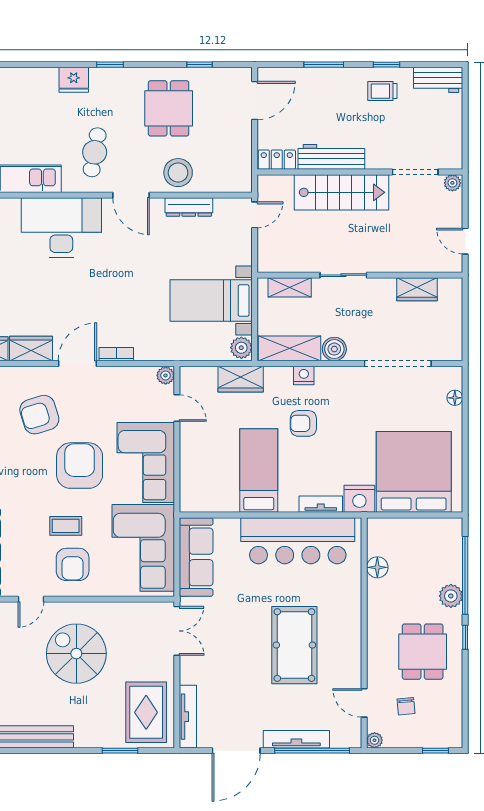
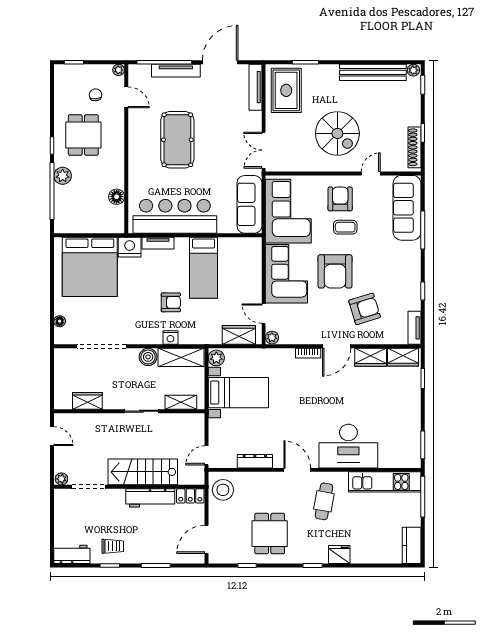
stool: (178, 173) -> (223, 490), moved
wardrobe: (241, 379) -> (239, 335), moved

